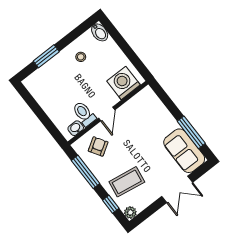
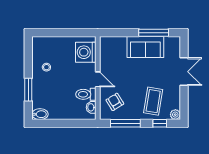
bidet: (100, 32) -> (40, 114), moved
sofa: (184, 151) -> (145, 47), moved

